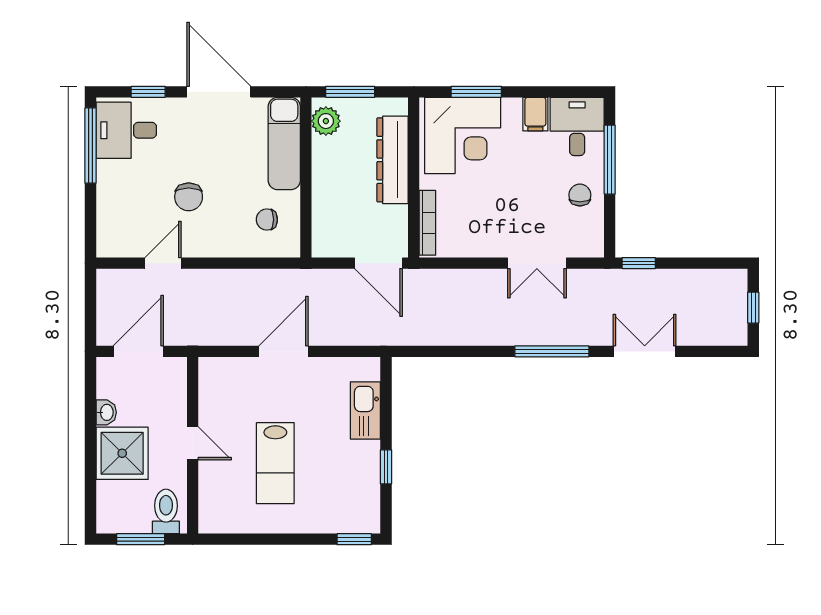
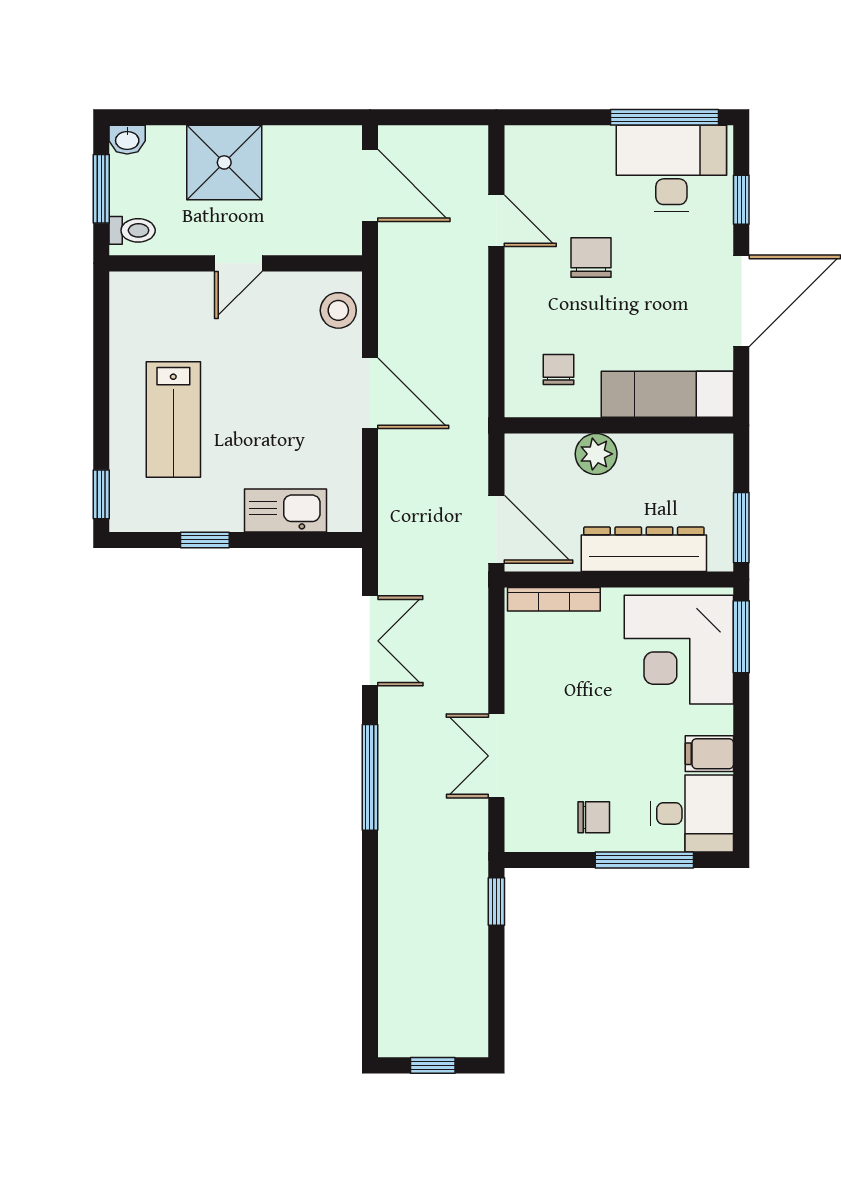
window: (350, 92) -> (741, 528), moved
window: (476, 92) -> (741, 637), moved
plant: (326, 121) -> (596, 454), moved
desk: (126, 130) -> (671, 168), width x1.37
chair: (189, 197) -> (591, 258), turned 90
door: (378, 263) -> (496, 529), swing flipped
double door: (645, 351) -> (370, 641), moved
stool: (226, 373) -> (338, 310), added
washbasin: (106, 412) -> (127, 140), moved
lab bench: (275, 463) -> (173, 420), moved, turned -90
toilet: (166, 511) -> (132, 230), width x0.73, depth x0.72

